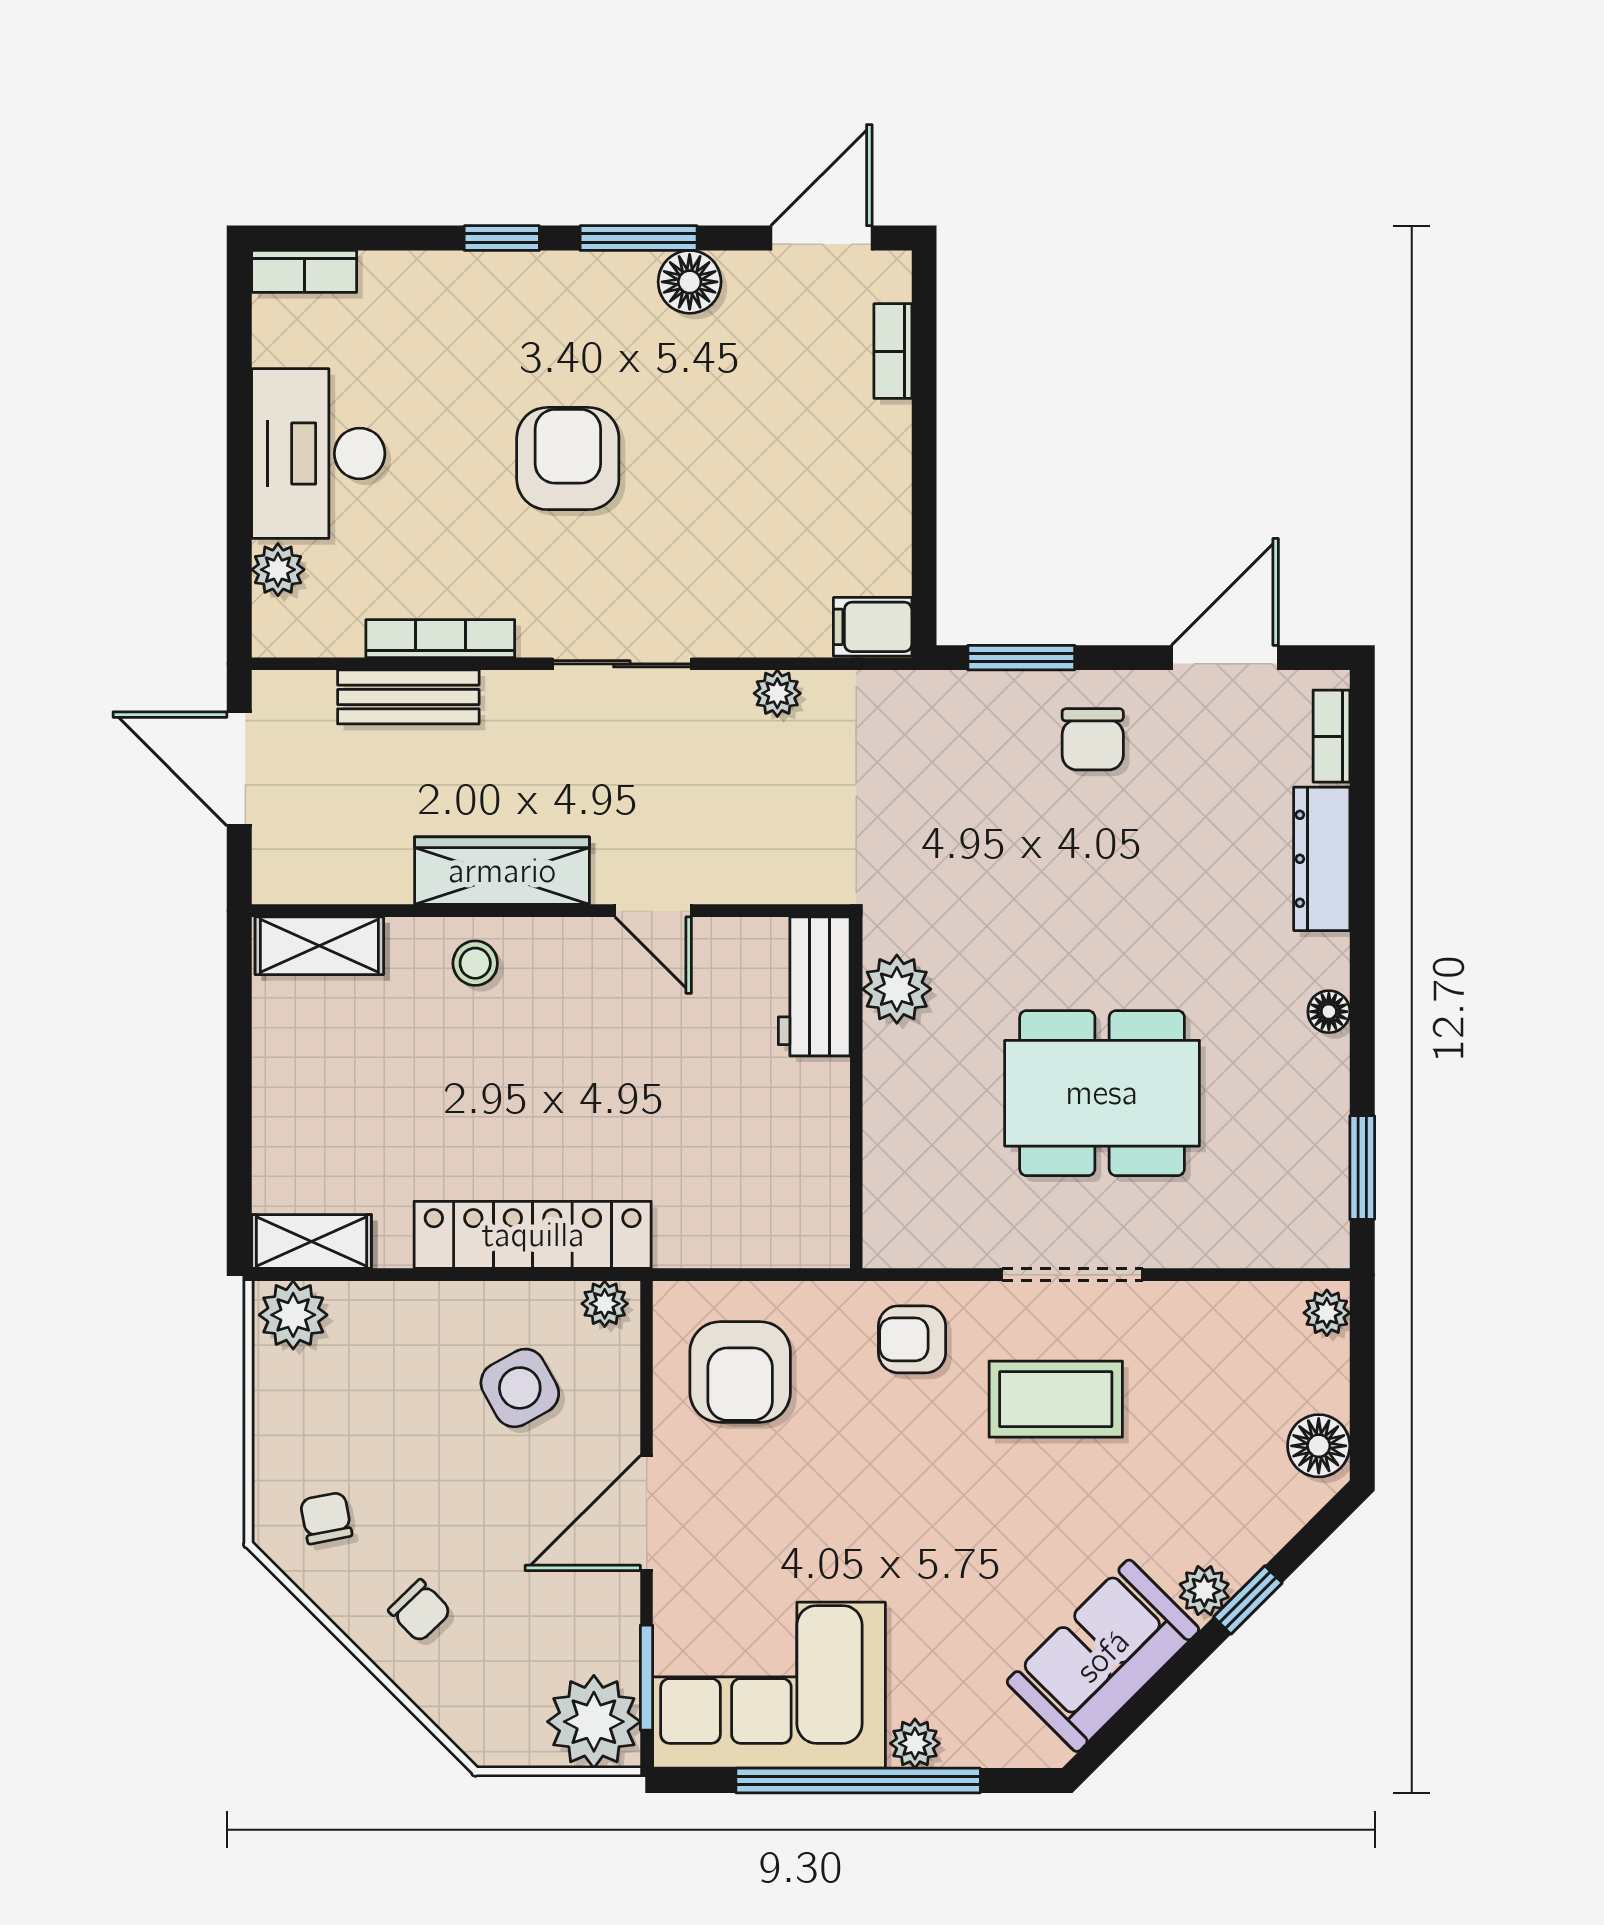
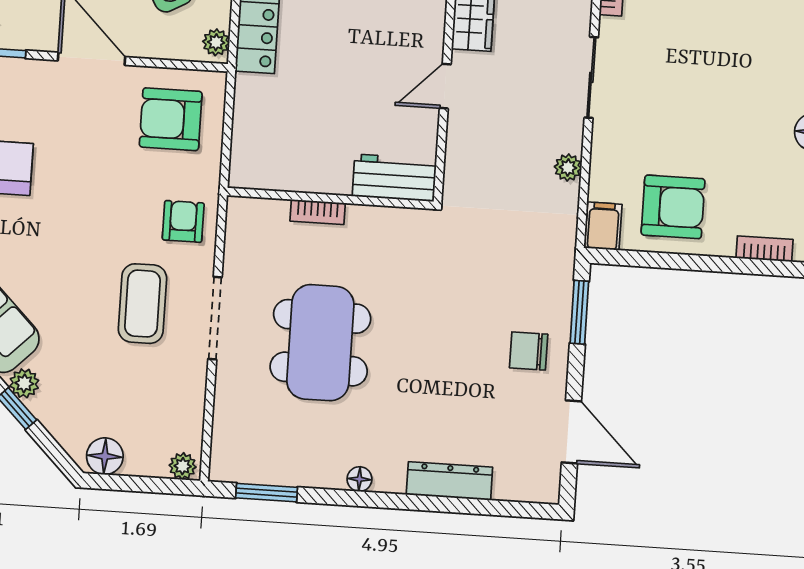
armchair: (568, 459) -> (673, 207), moved
bookcase: (1331, 736) -> (318, 212), moved, turned 180
plant: (897, 989) -> (389, 226), removed

